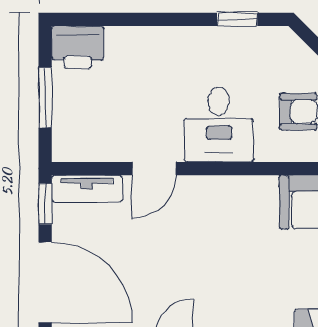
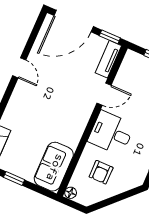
door: (154, 169) -> (104, 94), swing flipped

